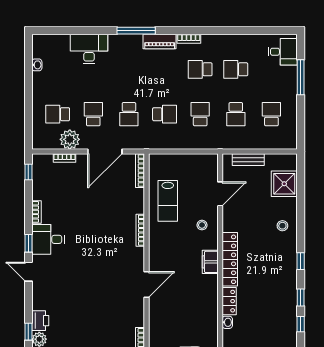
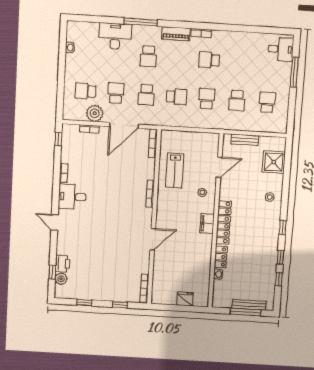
window: (136, 31) -> (141, 22), moved
school desk: (236, 69) -> (148, 56), moved, turned -90
window: (28, 243) -> (56, 199), removed

